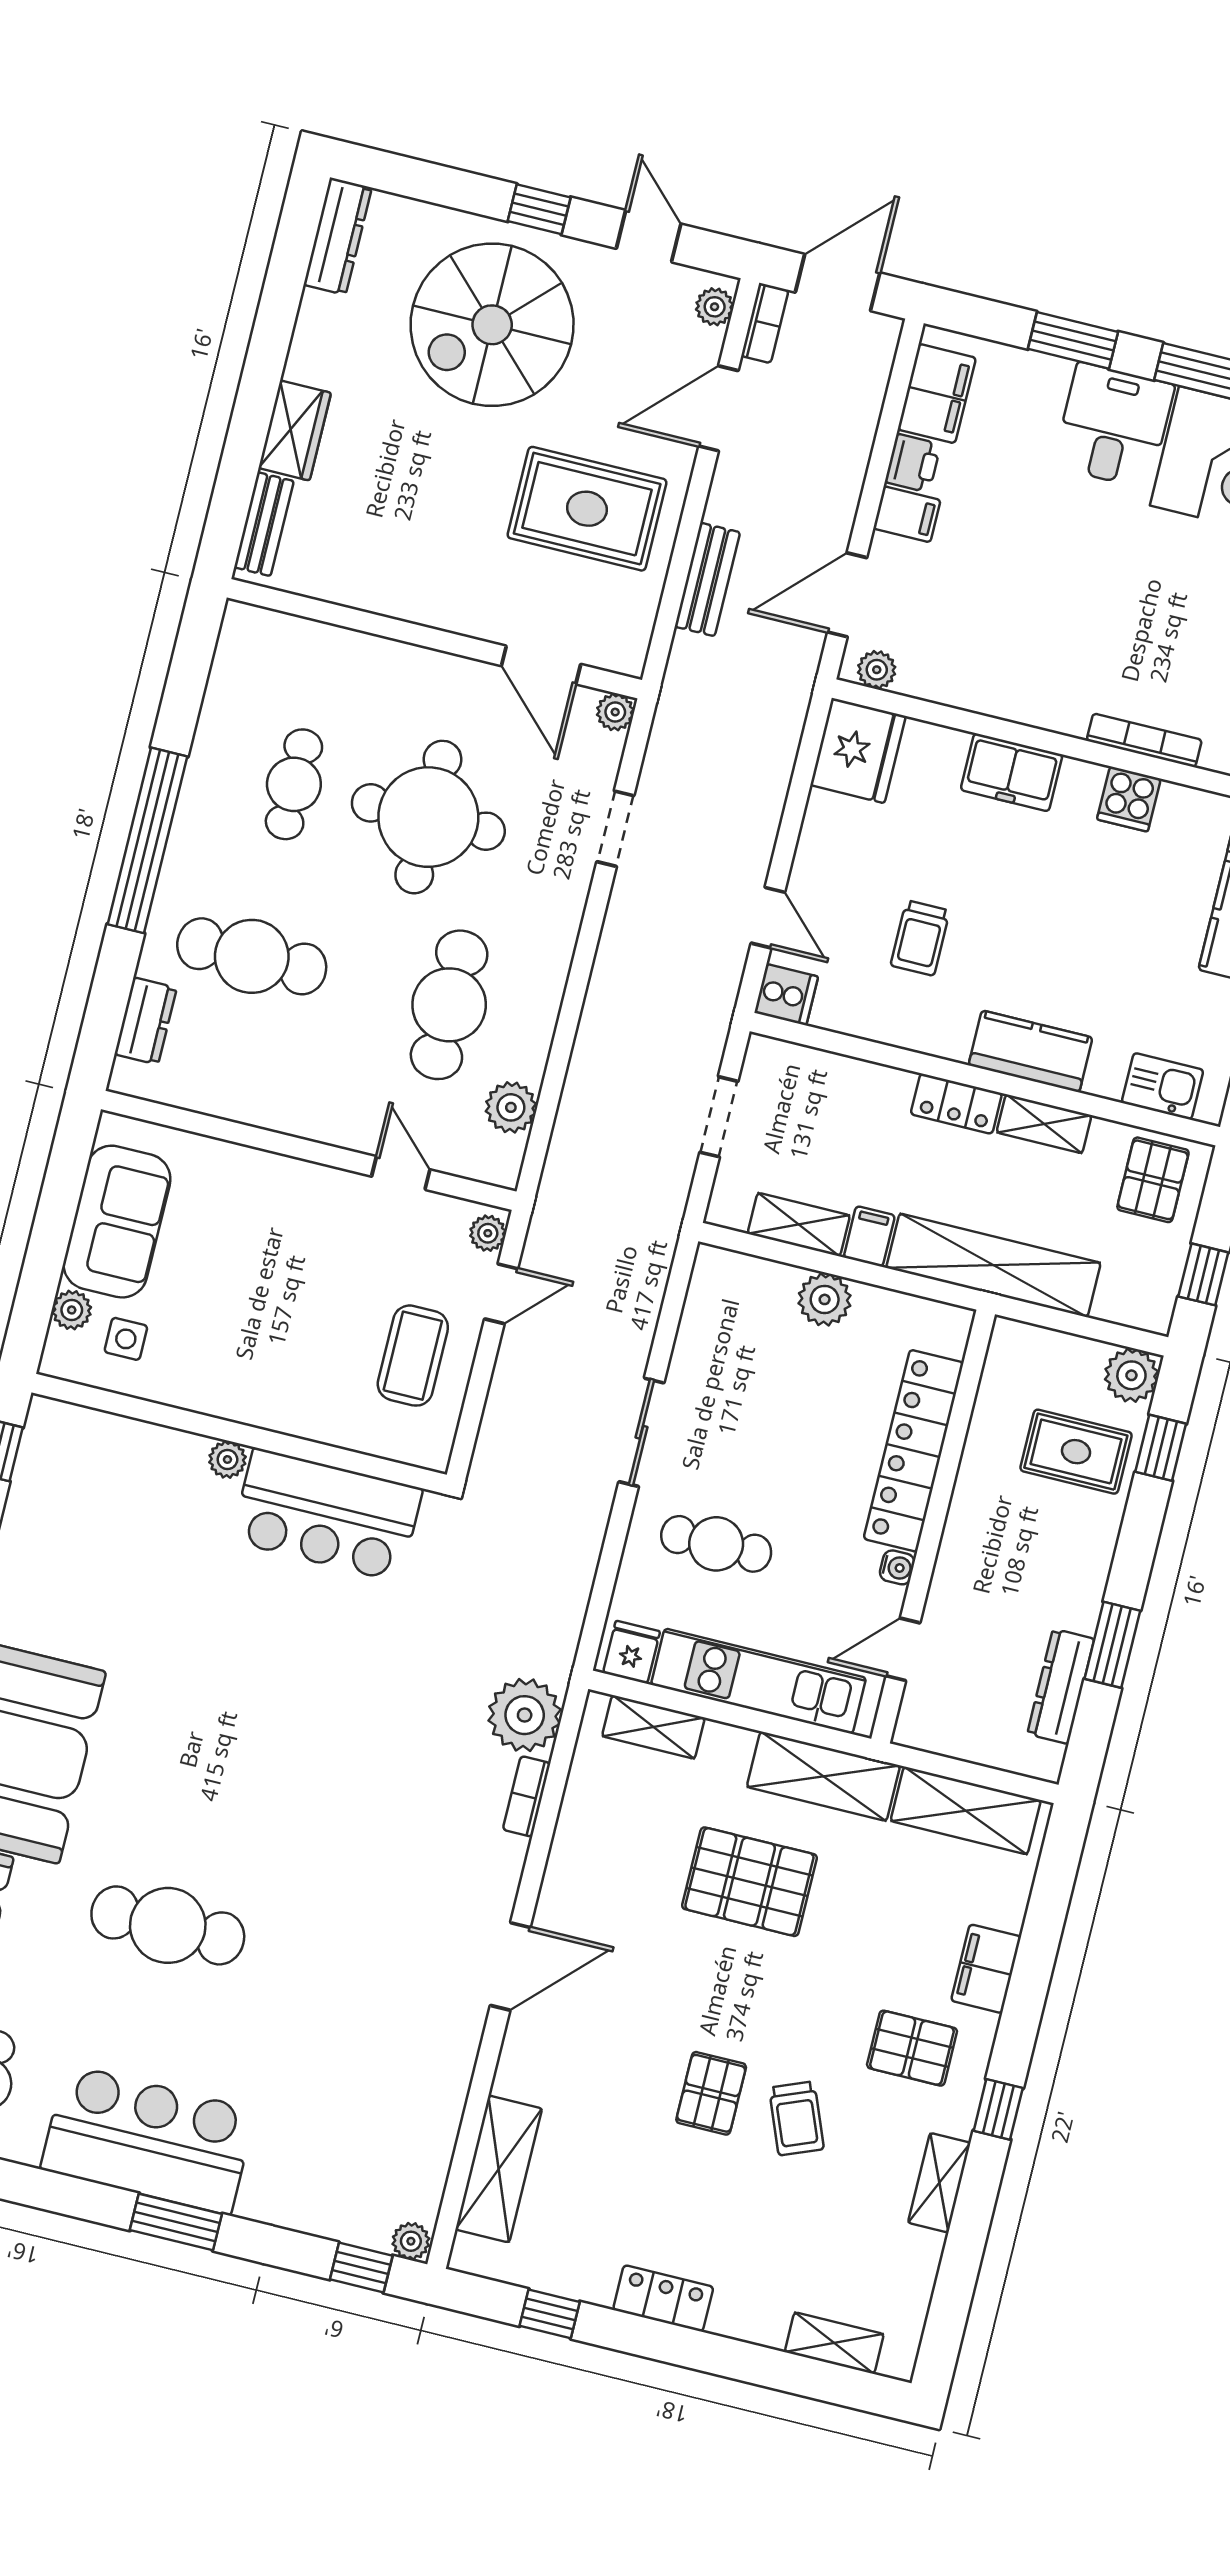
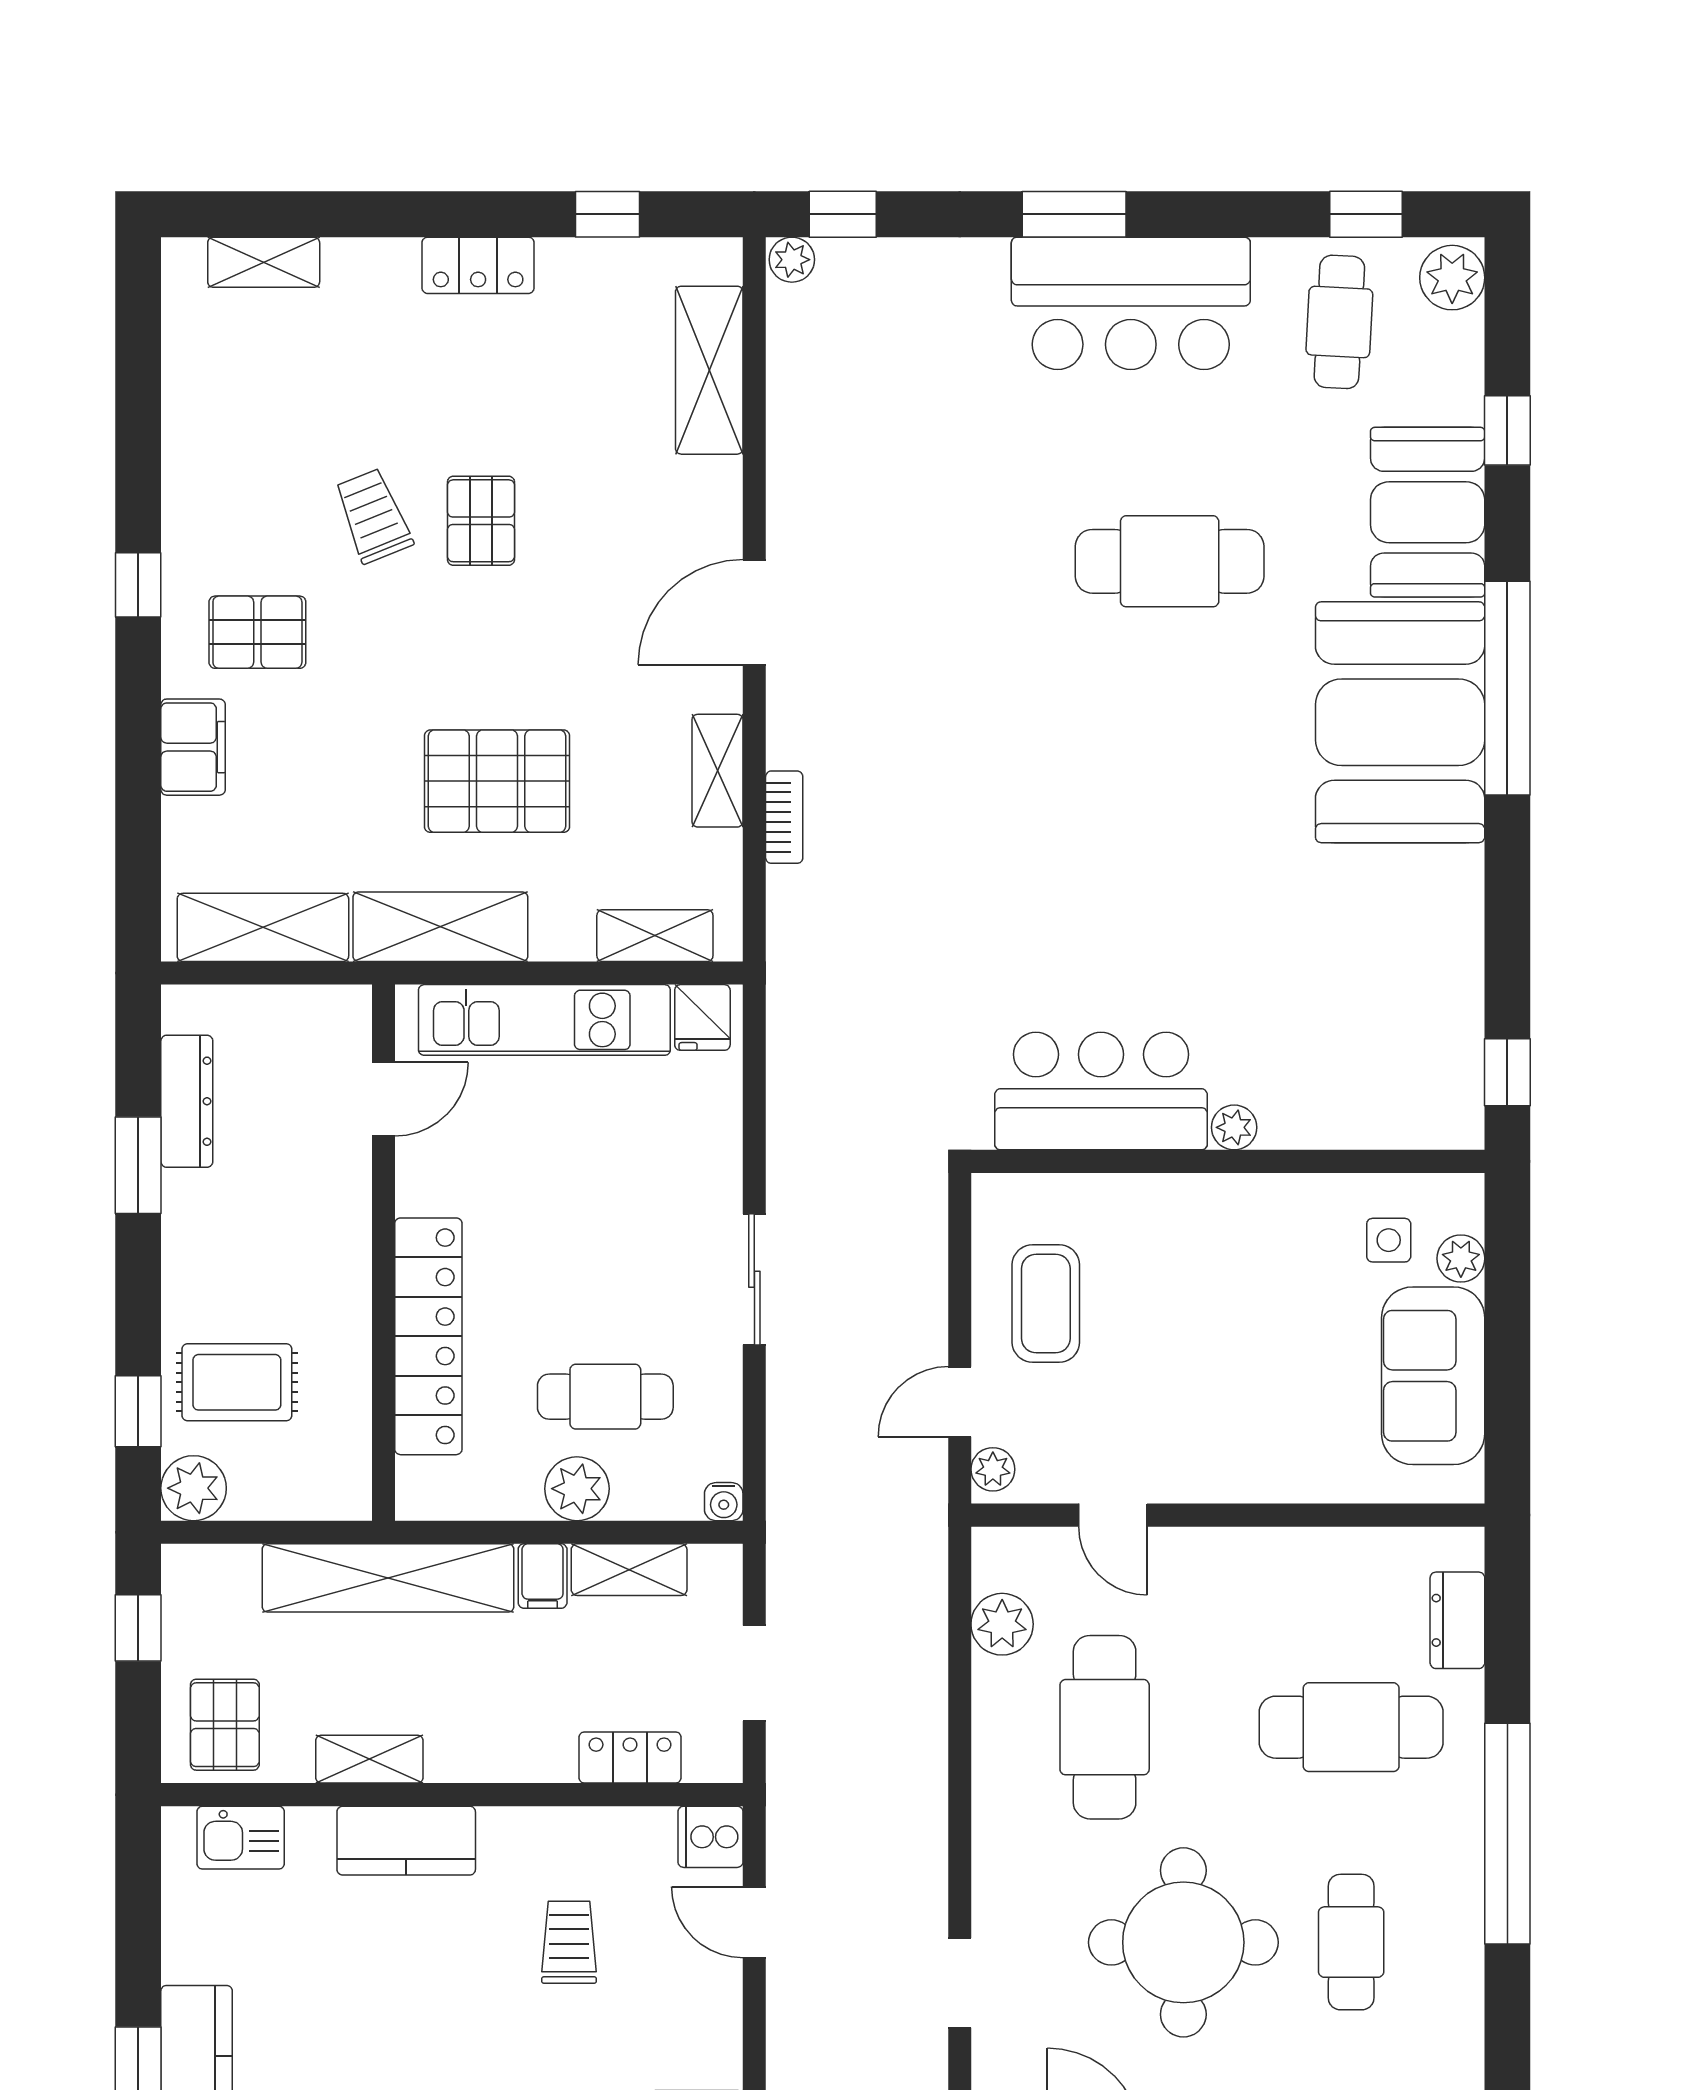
locker: (956, 1104) -> (630, 1758), moved
cafe table: (716, 1544) -> (605, 1397), moved
water cooler: (897, 1567) -> (724, 1502), moved, turned -90
plant: (525, 1715) -> (810, 912), removed
shelving: (939, 2183) -> (717, 771), moved

